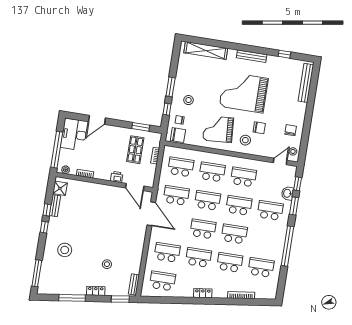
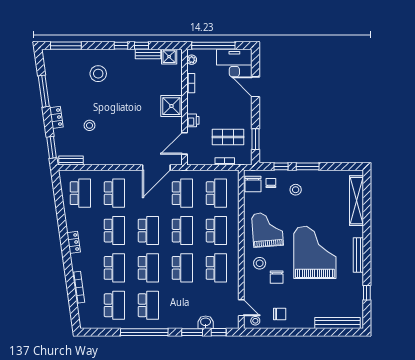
shower: (102, 193) -> (171, 106), added
school desk: (270, 210) -> (148, 305), moved

